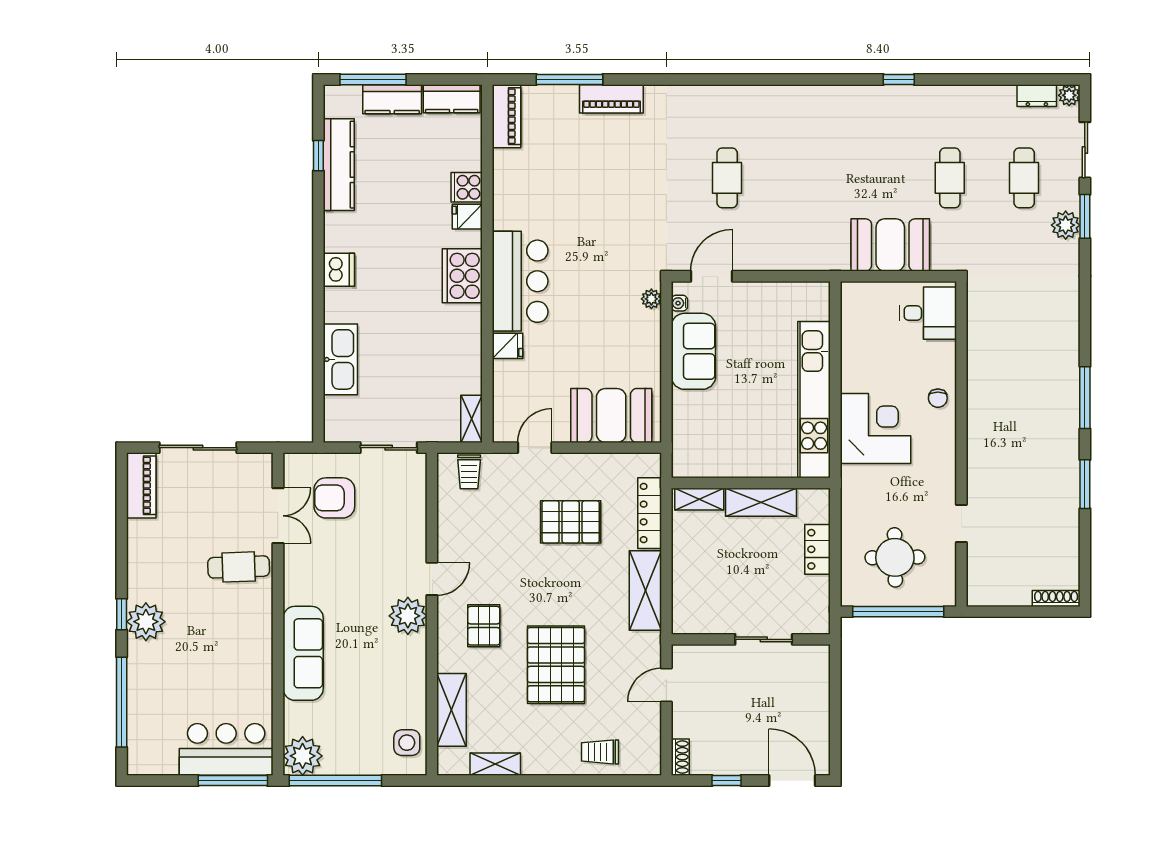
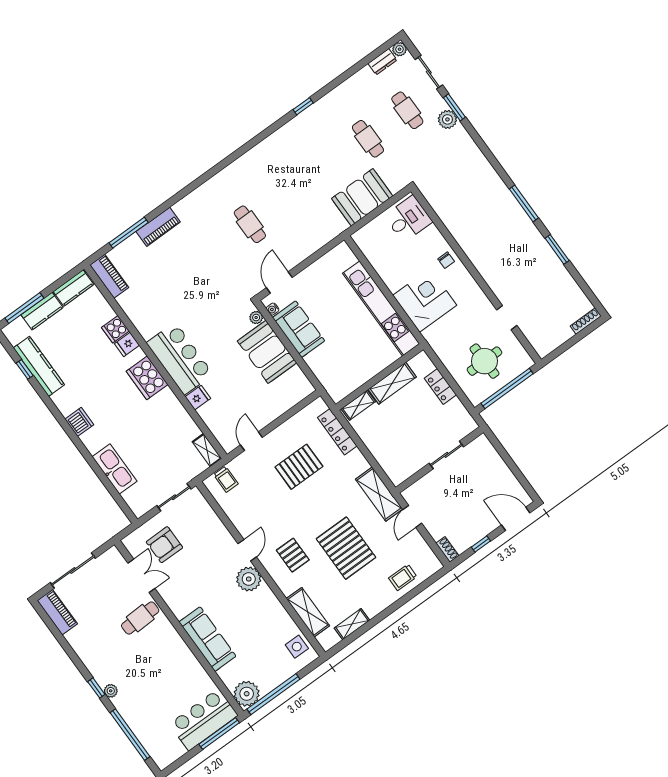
booth: (611, 416) -> (267, 352), moved, turned 90
shelving: (645, 590) -> (379, 494), moved
plant: (146, 622) -> (111, 691), width x0.53, depth x0.53

